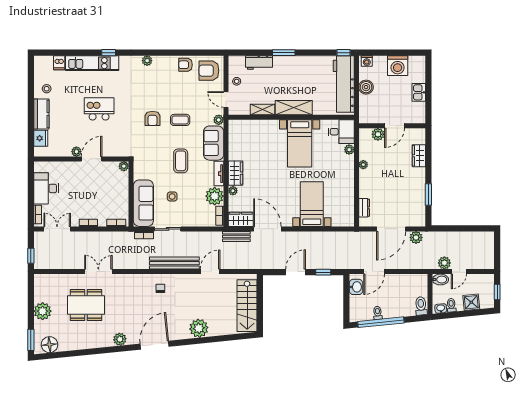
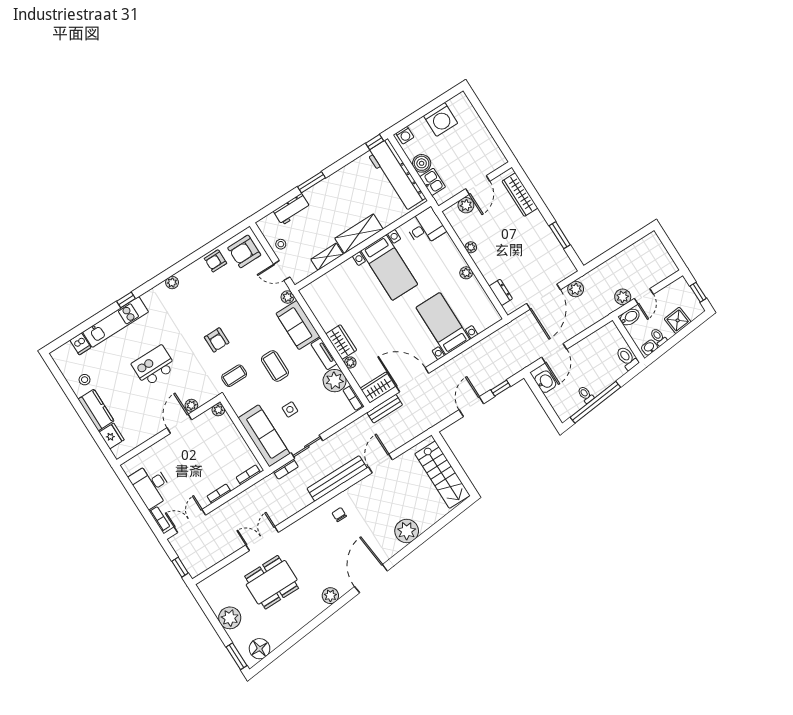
kitchen sink: (419, 92) -> (433, 182), moved, turned 180
coffee table: (180, 120) -> (234, 376), moved
plant: (349, 150) -> (466, 273), moved
plant: (76, 152) -> (191, 405), moved
wardrobe: (419, 156) -> (520, 195), width x1.50

